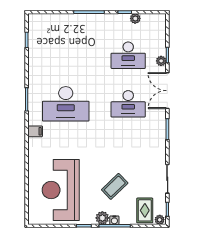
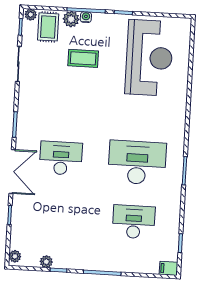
desk: (128, 55) -> (134, 222), moved
plant: (161, 61) -> (15, 256), moved
filing cabinet: (35, 131) -> (168, 268), moved
coffee table: (115, 186) -> (83, 58), turned 44
plant: (102, 218) -> (71, 19), moved

